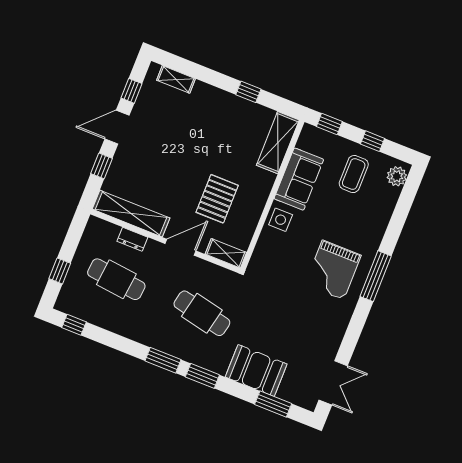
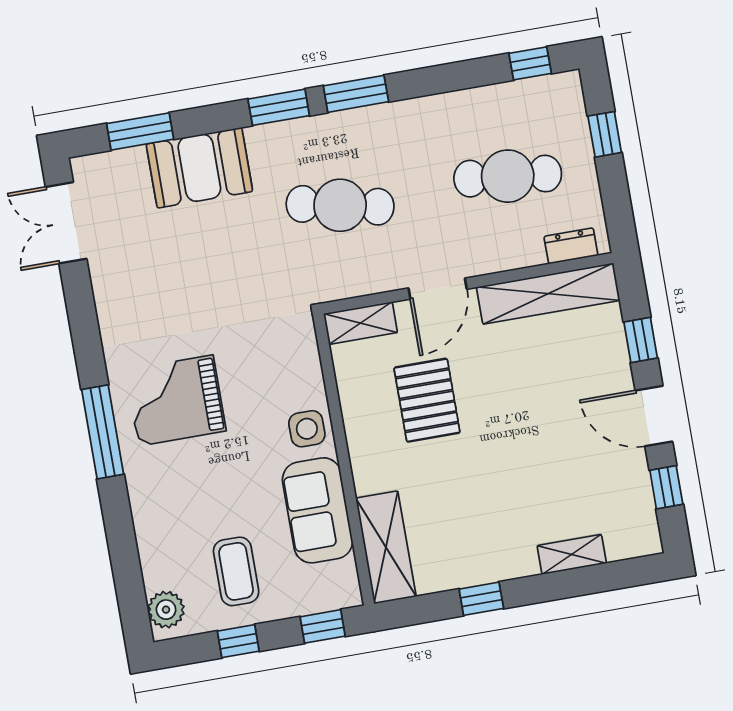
shelving: (176, 79) -> (572, 554), moved
door: (117, 127) -> (654, 416), swing flipped
dresser: (132, 239) -> (571, 246), moved
grand piano: (333, 270) -> (176, 400), turned -90

